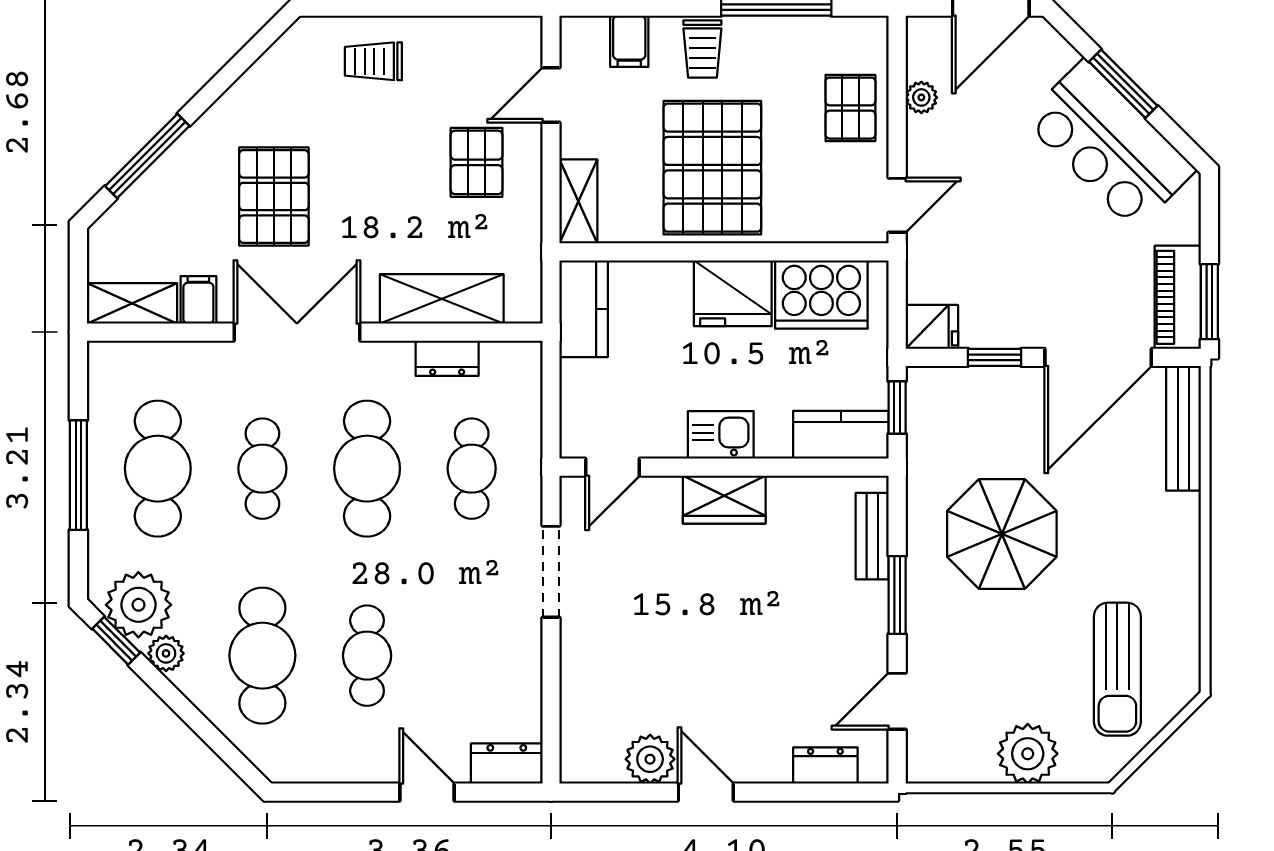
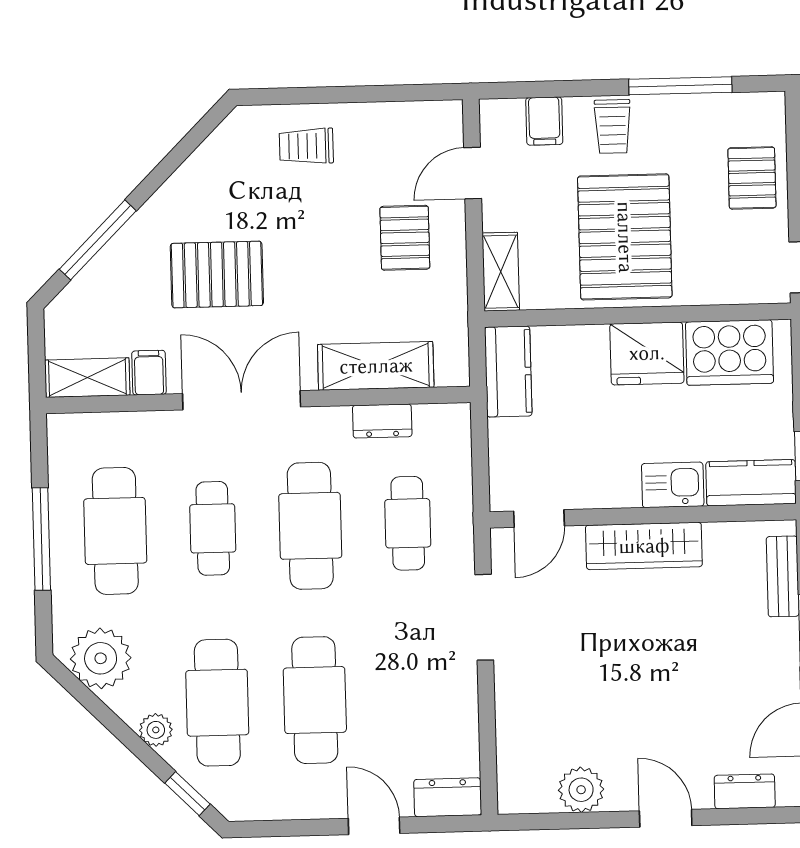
pallet: (274, 197) -> (217, 274), turned 90
kitchen sink: (721, 435) -> (673, 485), moved
wardrobe: (724, 500) -> (644, 546), width x1.50
window: (116, 641) -> (187, 794), moved
plant: (166, 653) -> (156, 730), moved
cafe table: (367, 656) -> (315, 700), width x1.37, depth x1.35
door: (706, 792) -> (666, 818), moved

